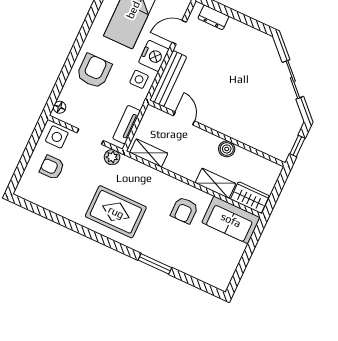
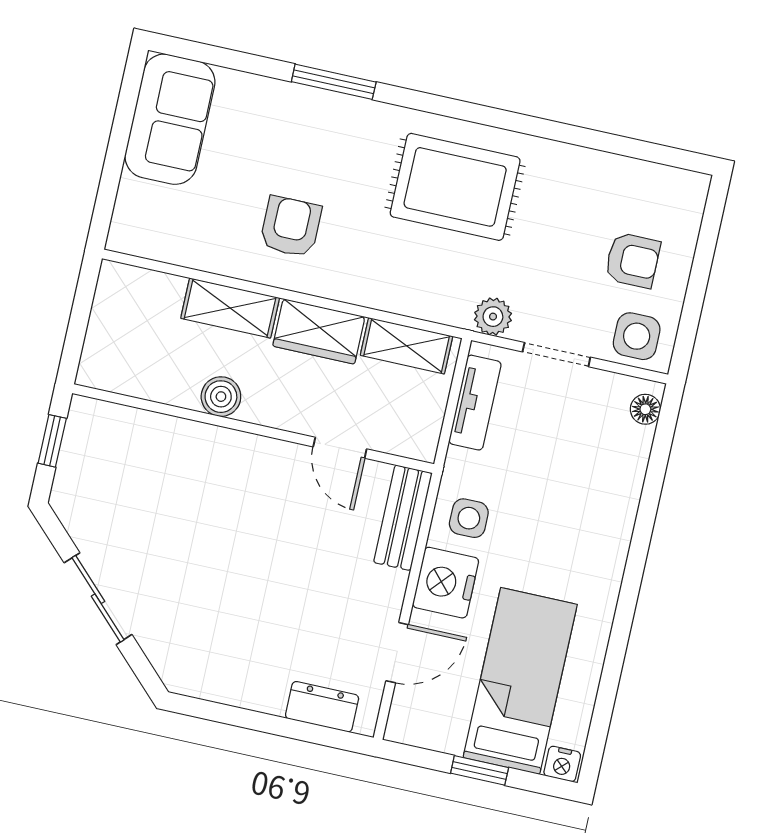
armchair: (94, 71) -> (582, 514), removed
bench: (168, 79) -> (403, 518), width x0.73
wardrobe: (250, 198) -> (319, 331), moved
sofa: (231, 220) -> (170, 119), moved, turned 90

